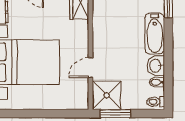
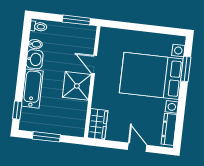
door: (90, 68) -> (94, 64), swing flipped
shower: (107, 95) -> (77, 86), moved

